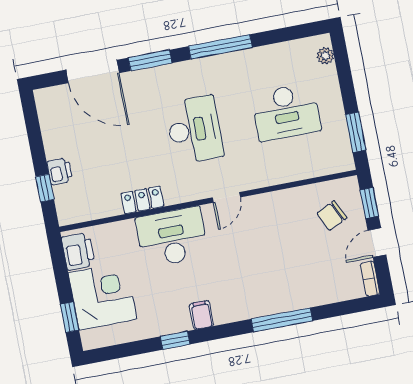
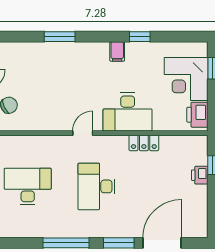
door: (93, 71) -> (162, 243), hinge flipped
window: (282, 320) -> (60, 37), width x0.69

